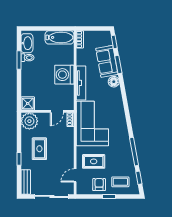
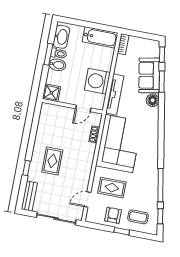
bidet: (28, 67) -> (57, 65), added
shower: (28, 103) -> (51, 93), moved
wall: (47, 111) -> (72, 106), moved
door: (57, 111) -> (83, 108), moved
plant: (29, 121) -> (47, 127), removed

